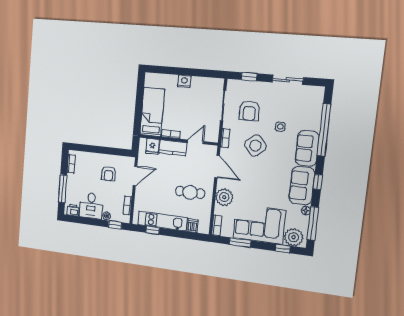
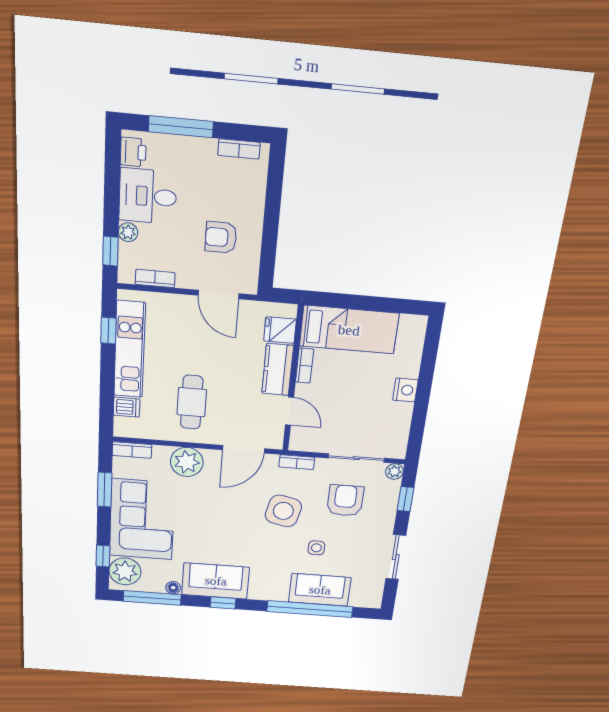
plant: (232, 84) -> (394, 472), added
armchair: (249, 111) -> (345, 501), turned 90
side table: (255, 146) -> (283, 511), turned -37
sofa: (307, 148) -> (320, 590), moved

